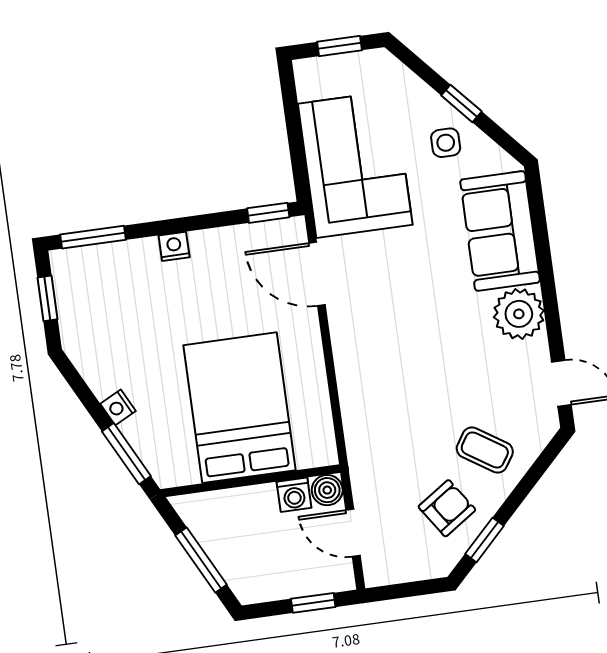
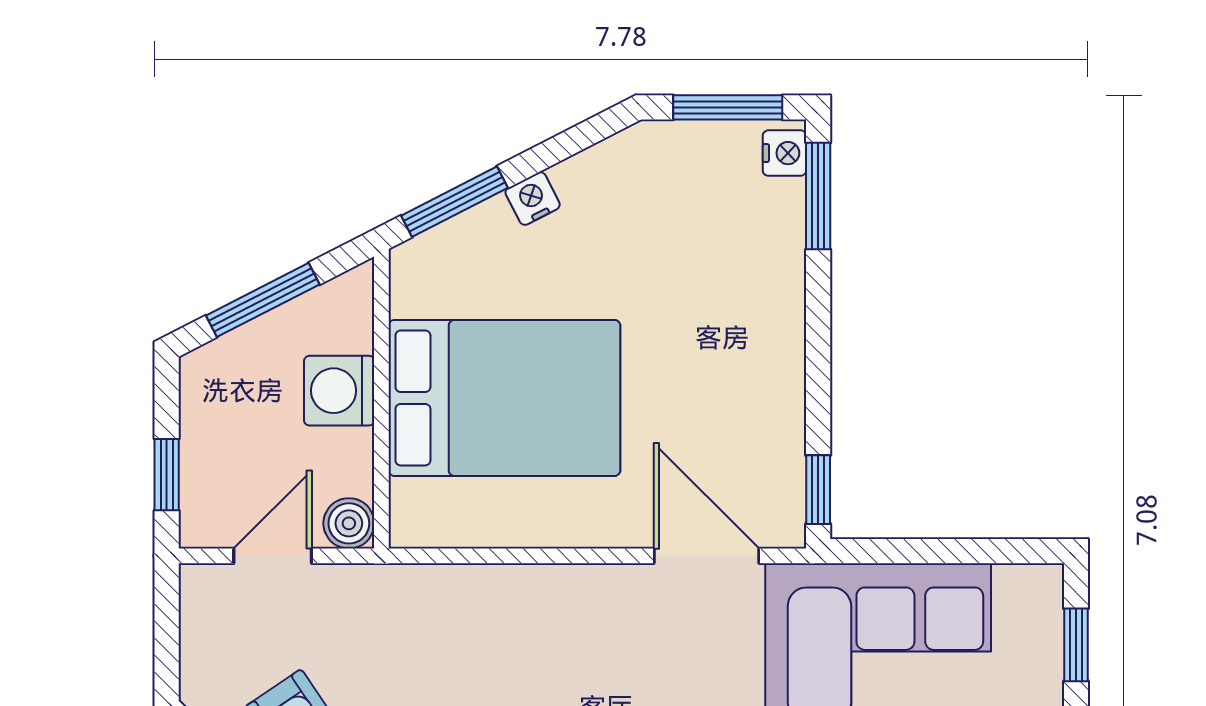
nightstand: (174, 246) -> (784, 153), moved
door: (317, 274) -> (706, 556), hinge flipped
window: (47, 298) -> (728, 107), width x1.50
washing machine: (294, 495) -> (339, 391), moved, width x1.38, depth x1.38

